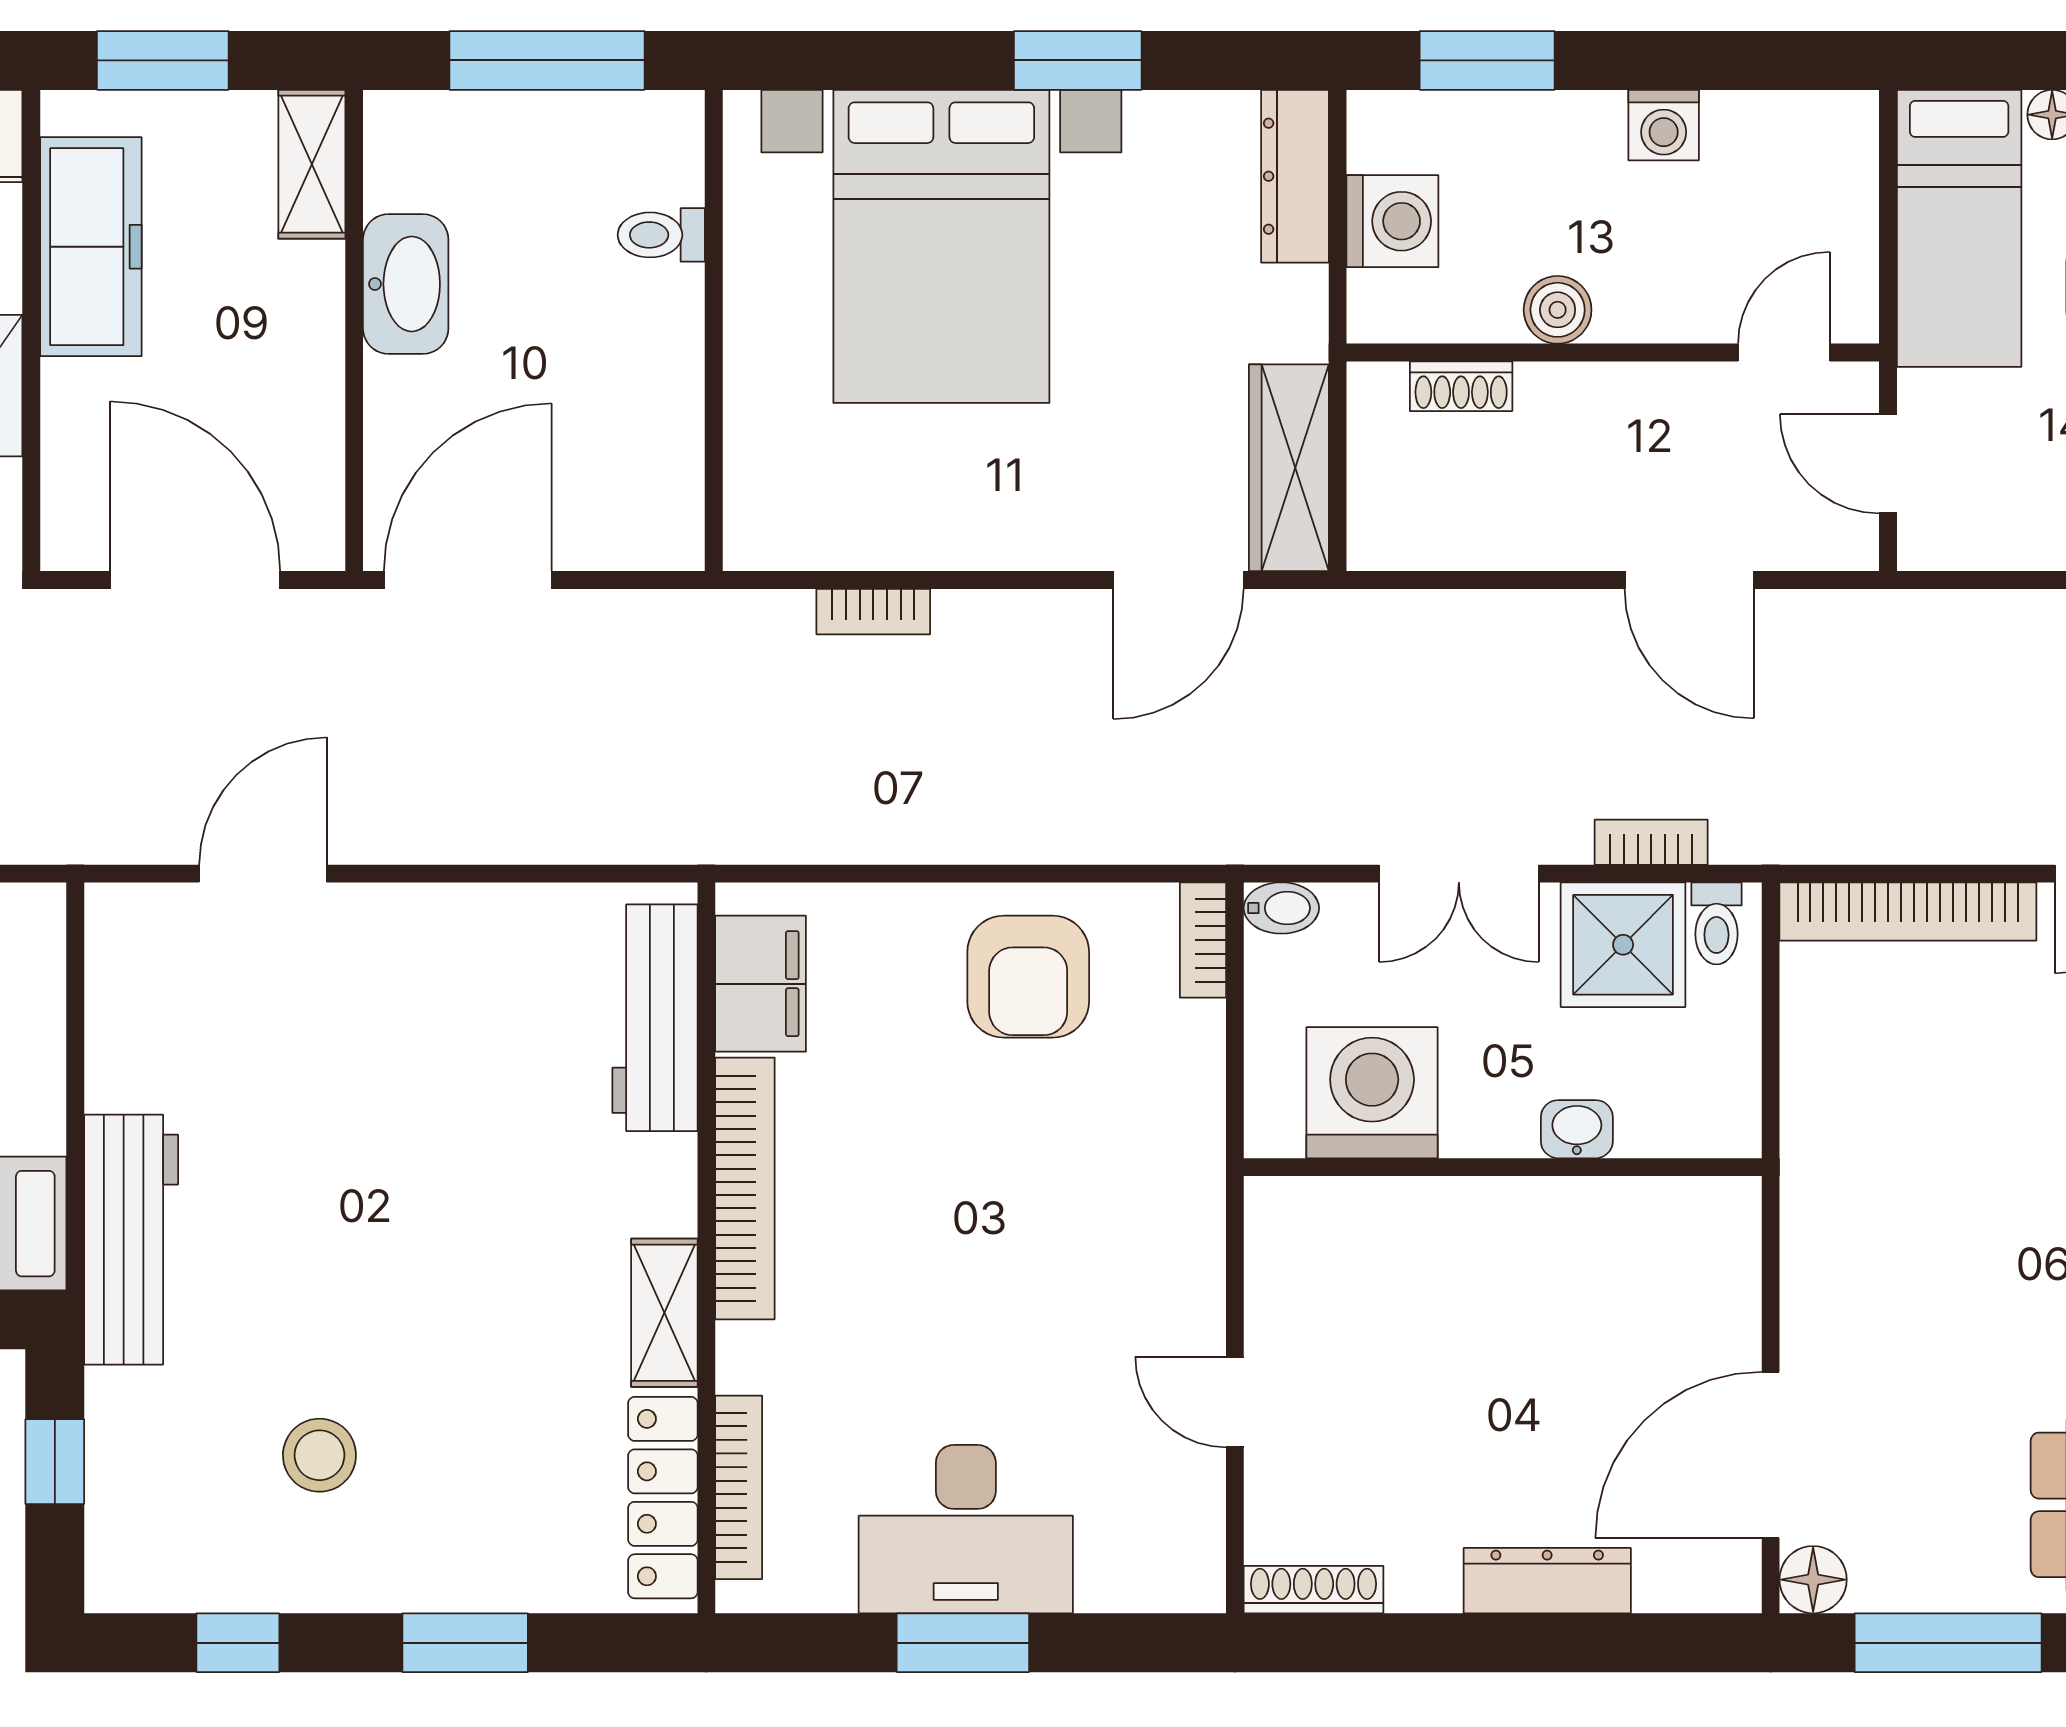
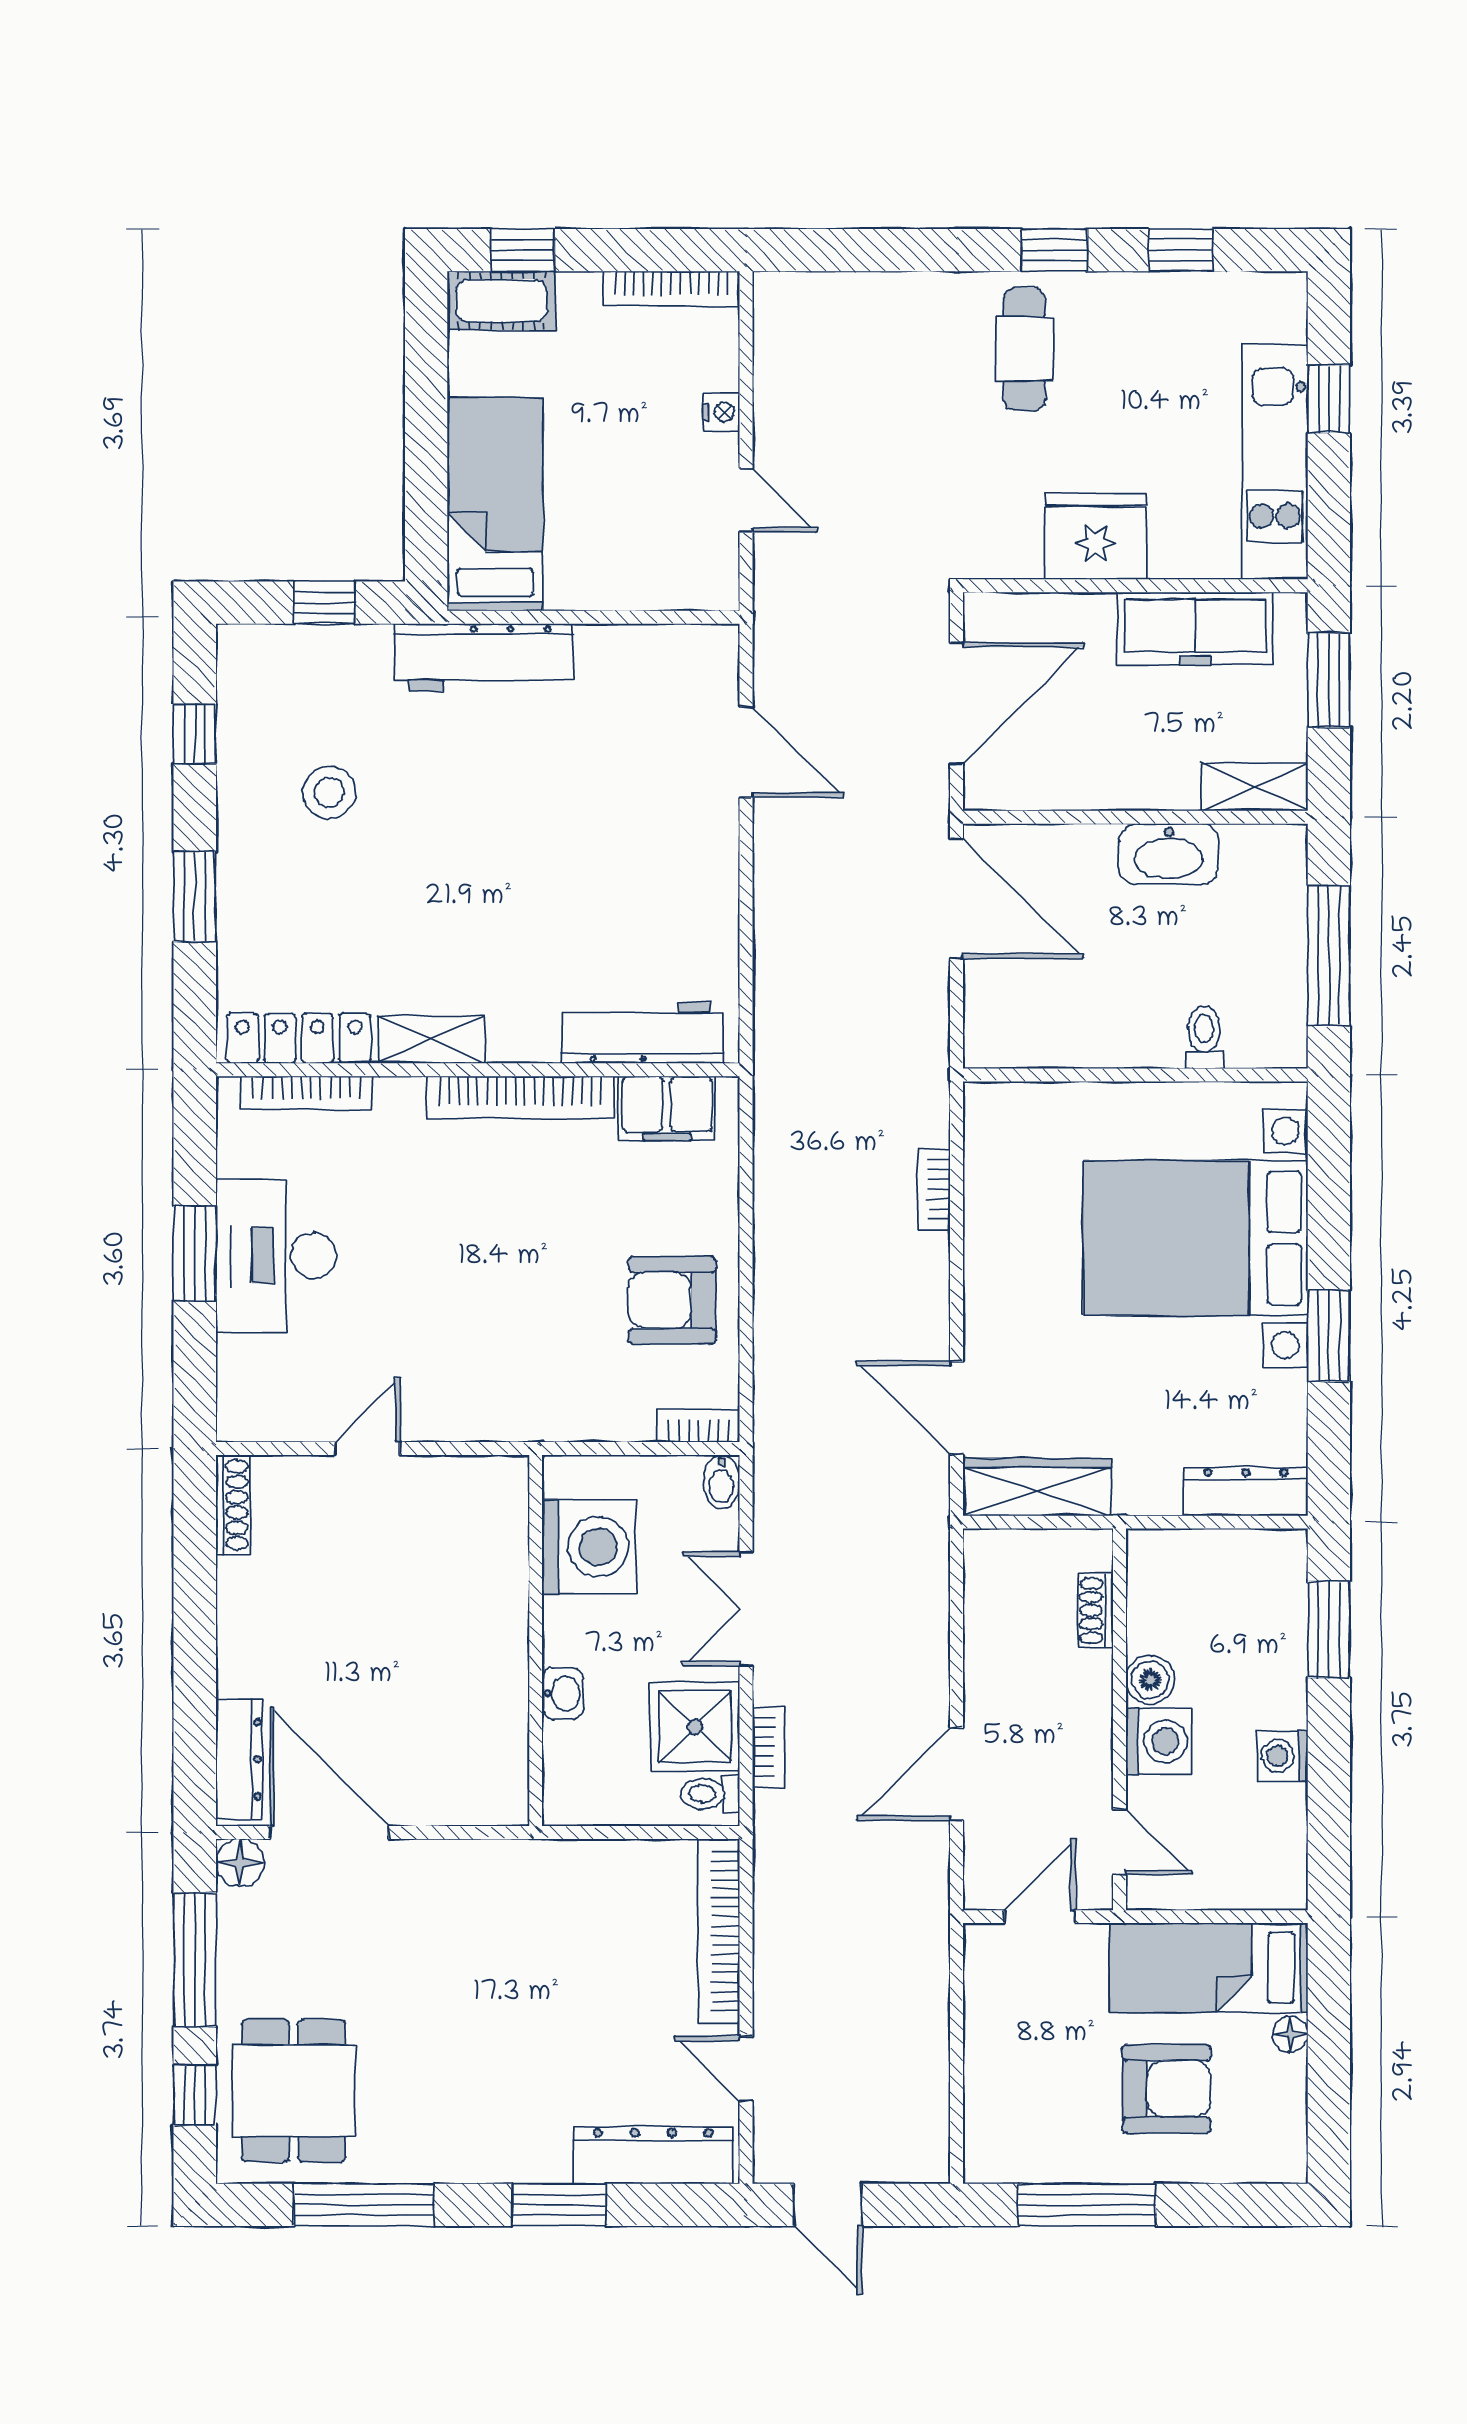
washing machine: (1392, 221) -> (1159, 1741), moved, turned -90
dresser: (1547, 1581) -> (239, 1759), moved

